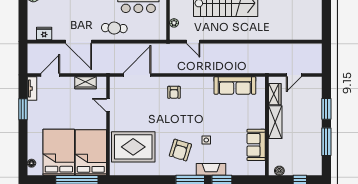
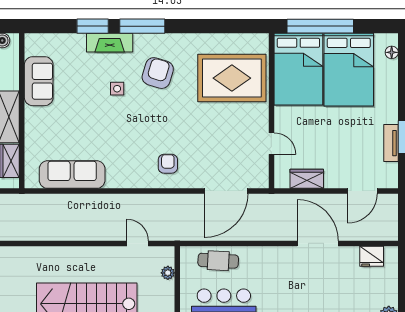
cafe table: (114, 28) -> (218, 261), moved
tv unit: (32, 89) -> (391, 143), moved

